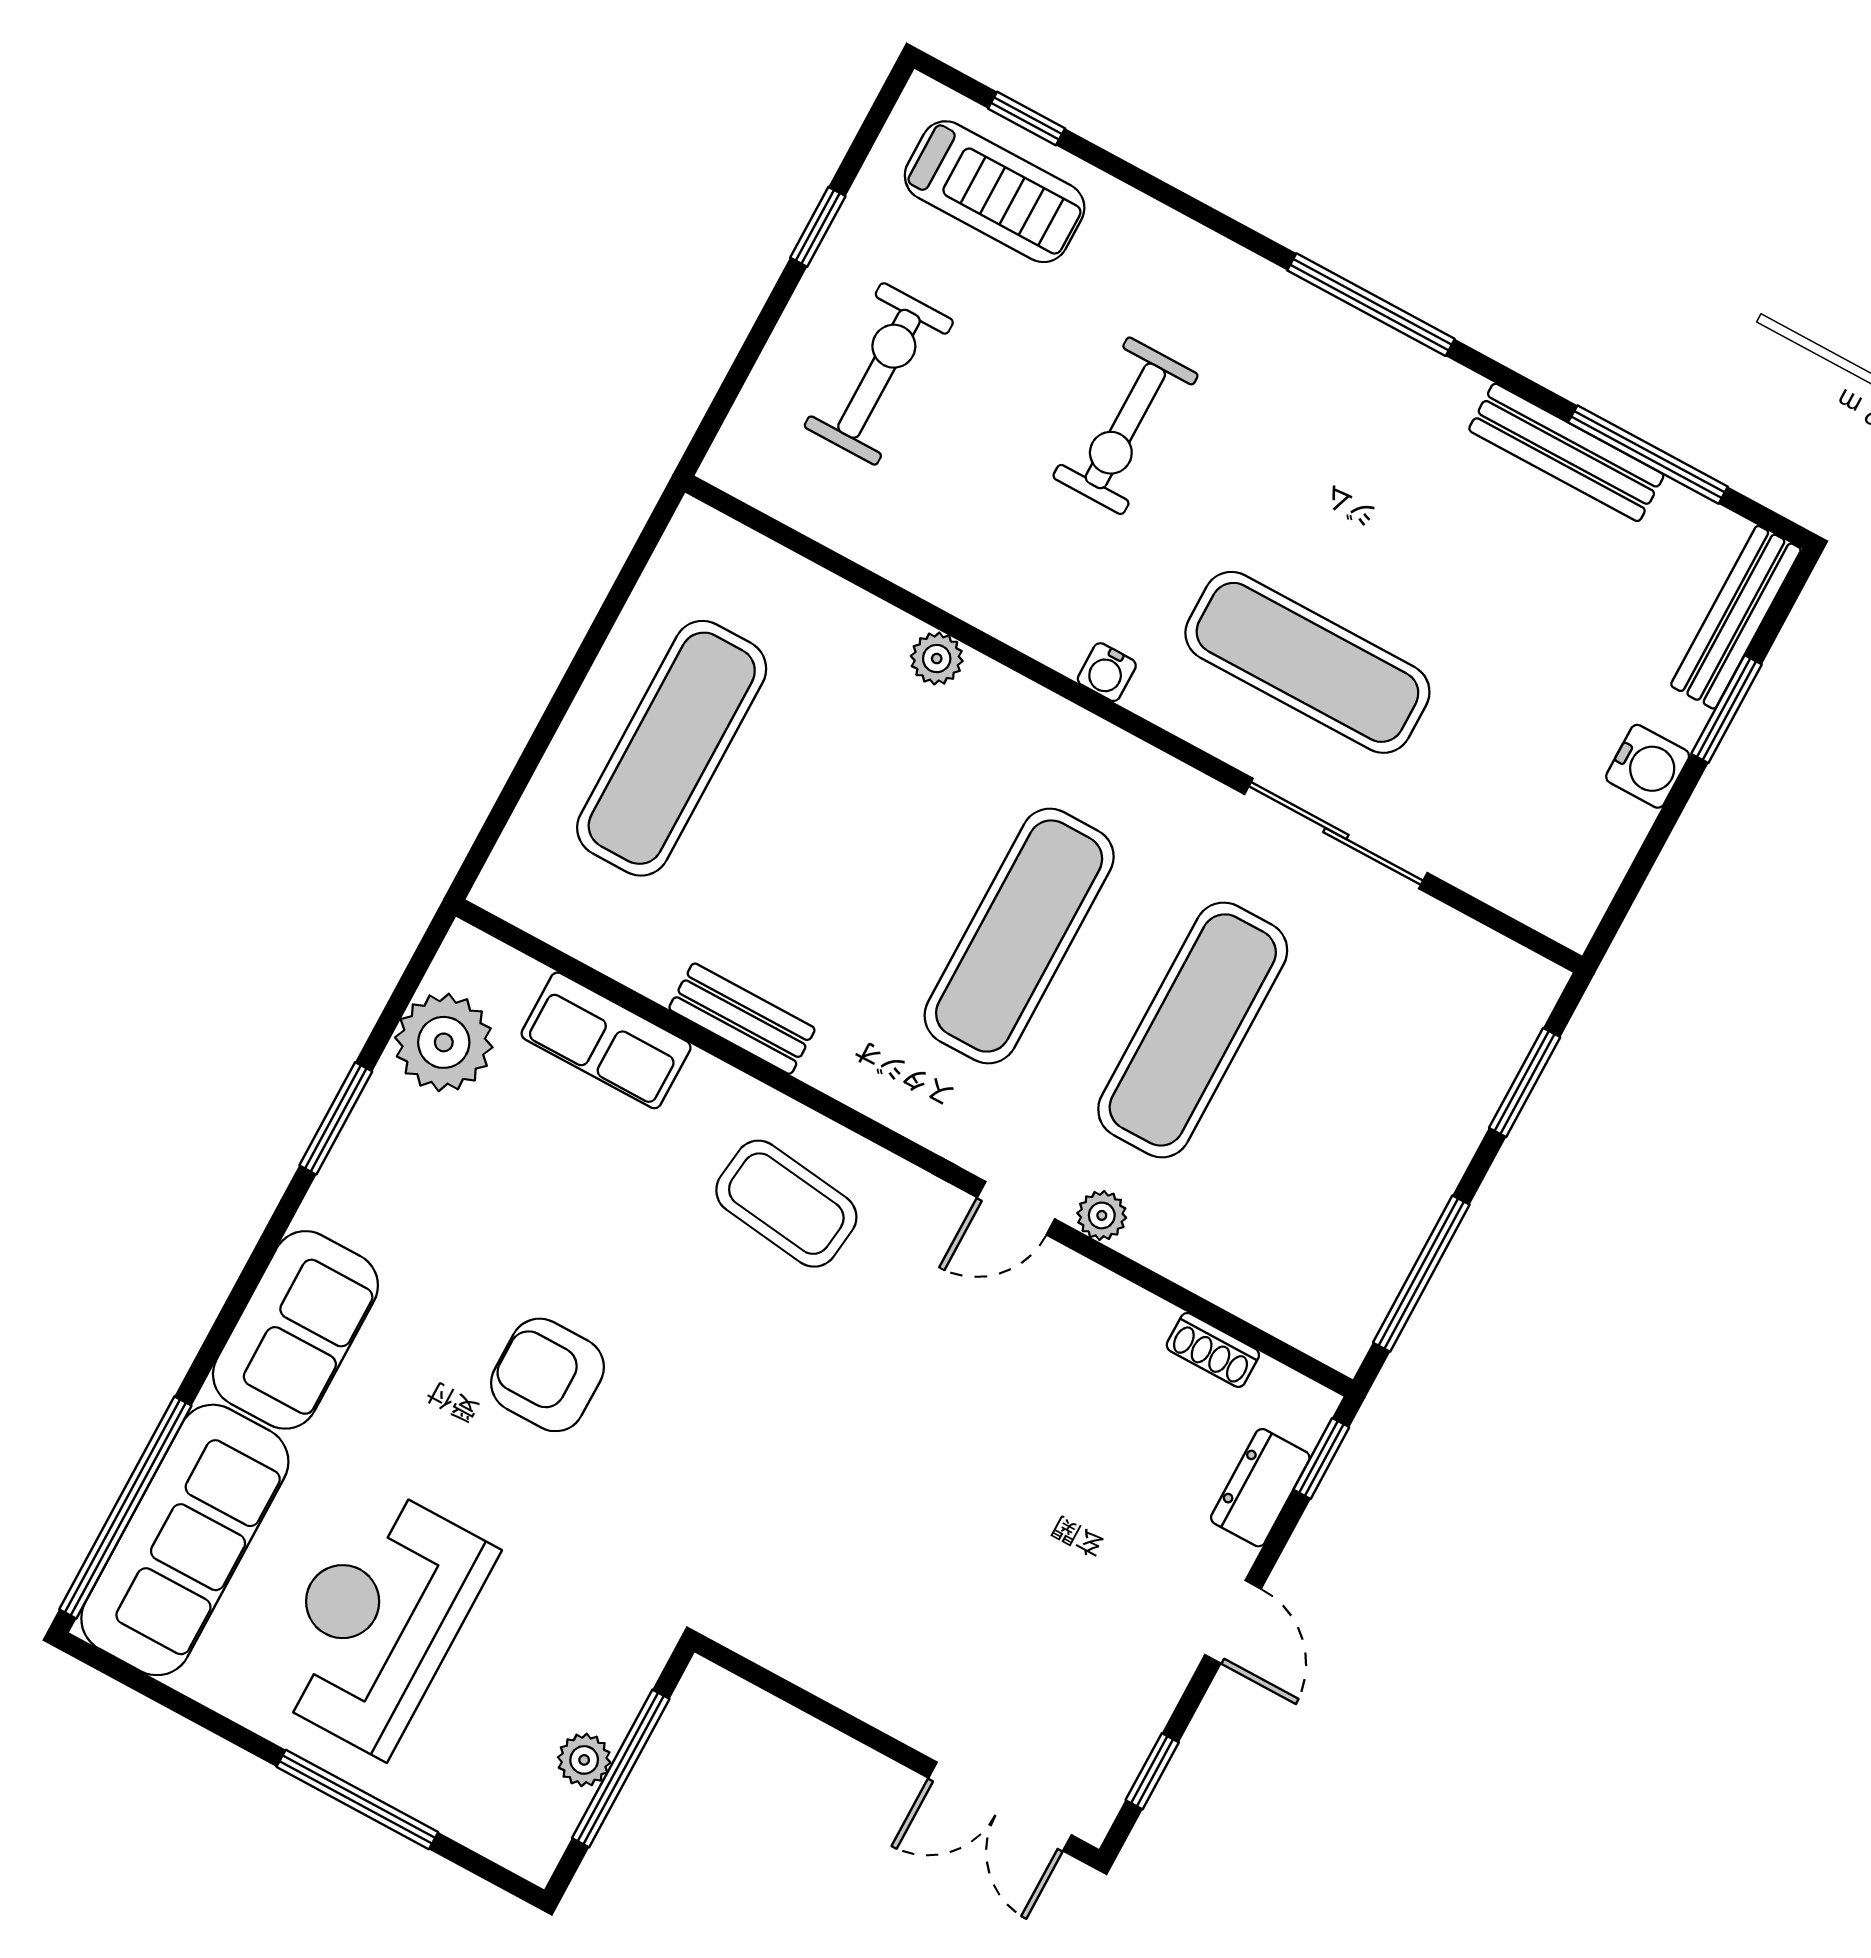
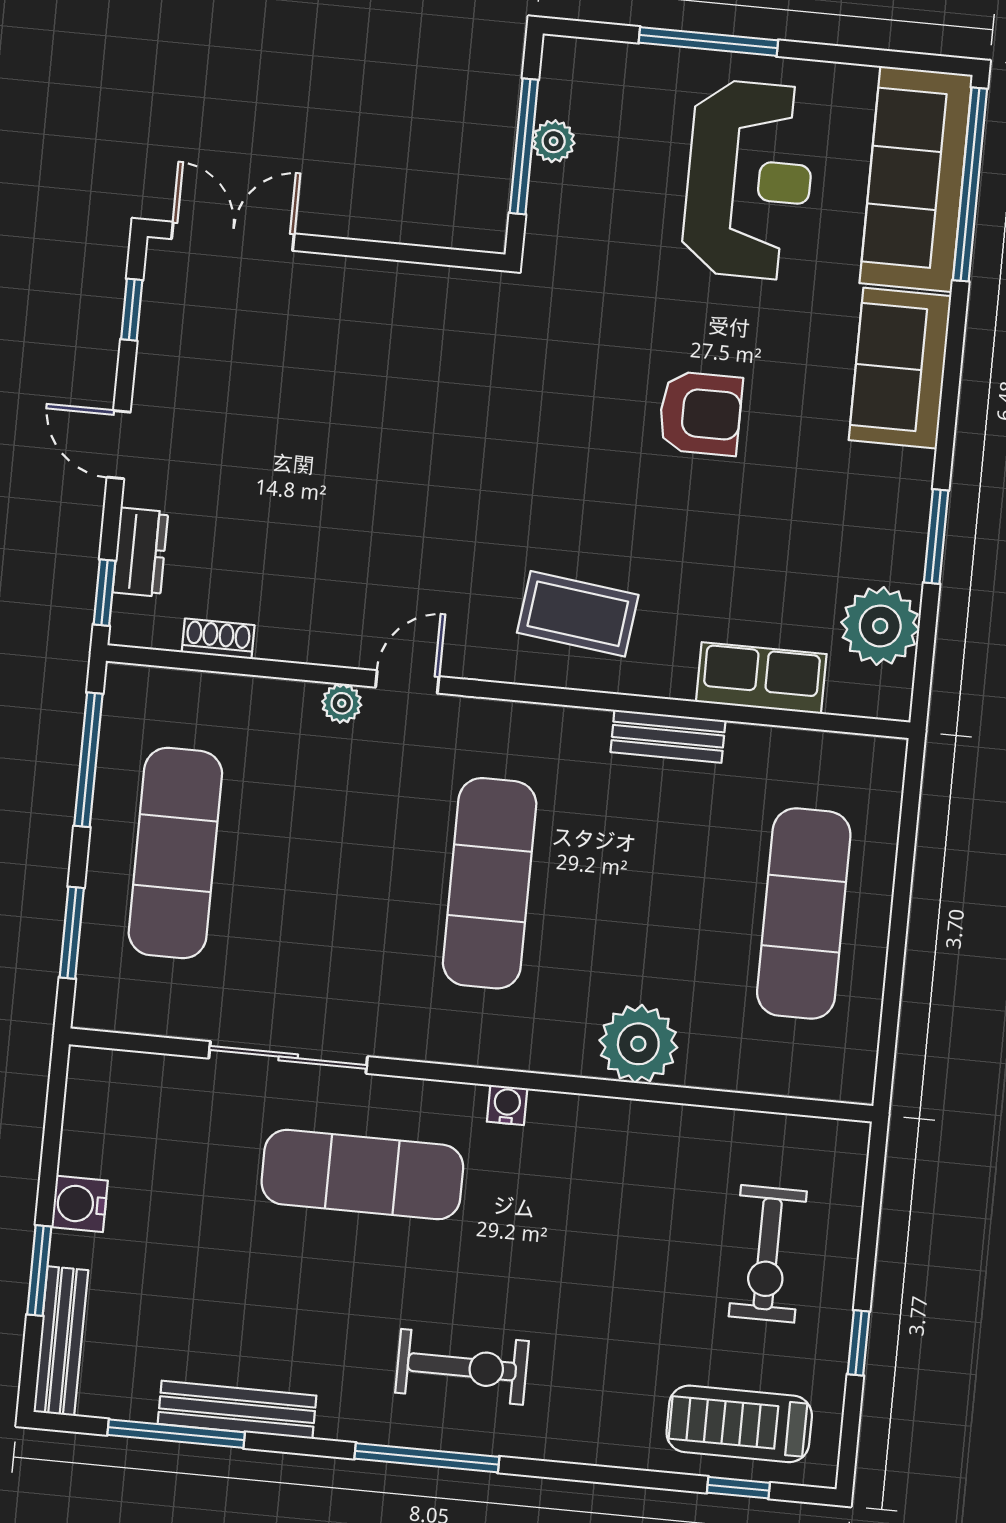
exercise bike: (1125, 426) -> (462, 1367), moved, turned 90
plant: (937, 659) -> (638, 1044), width x1.87, depth x1.87
exercise mat: (1193, 1030) -> (175, 853), moved

